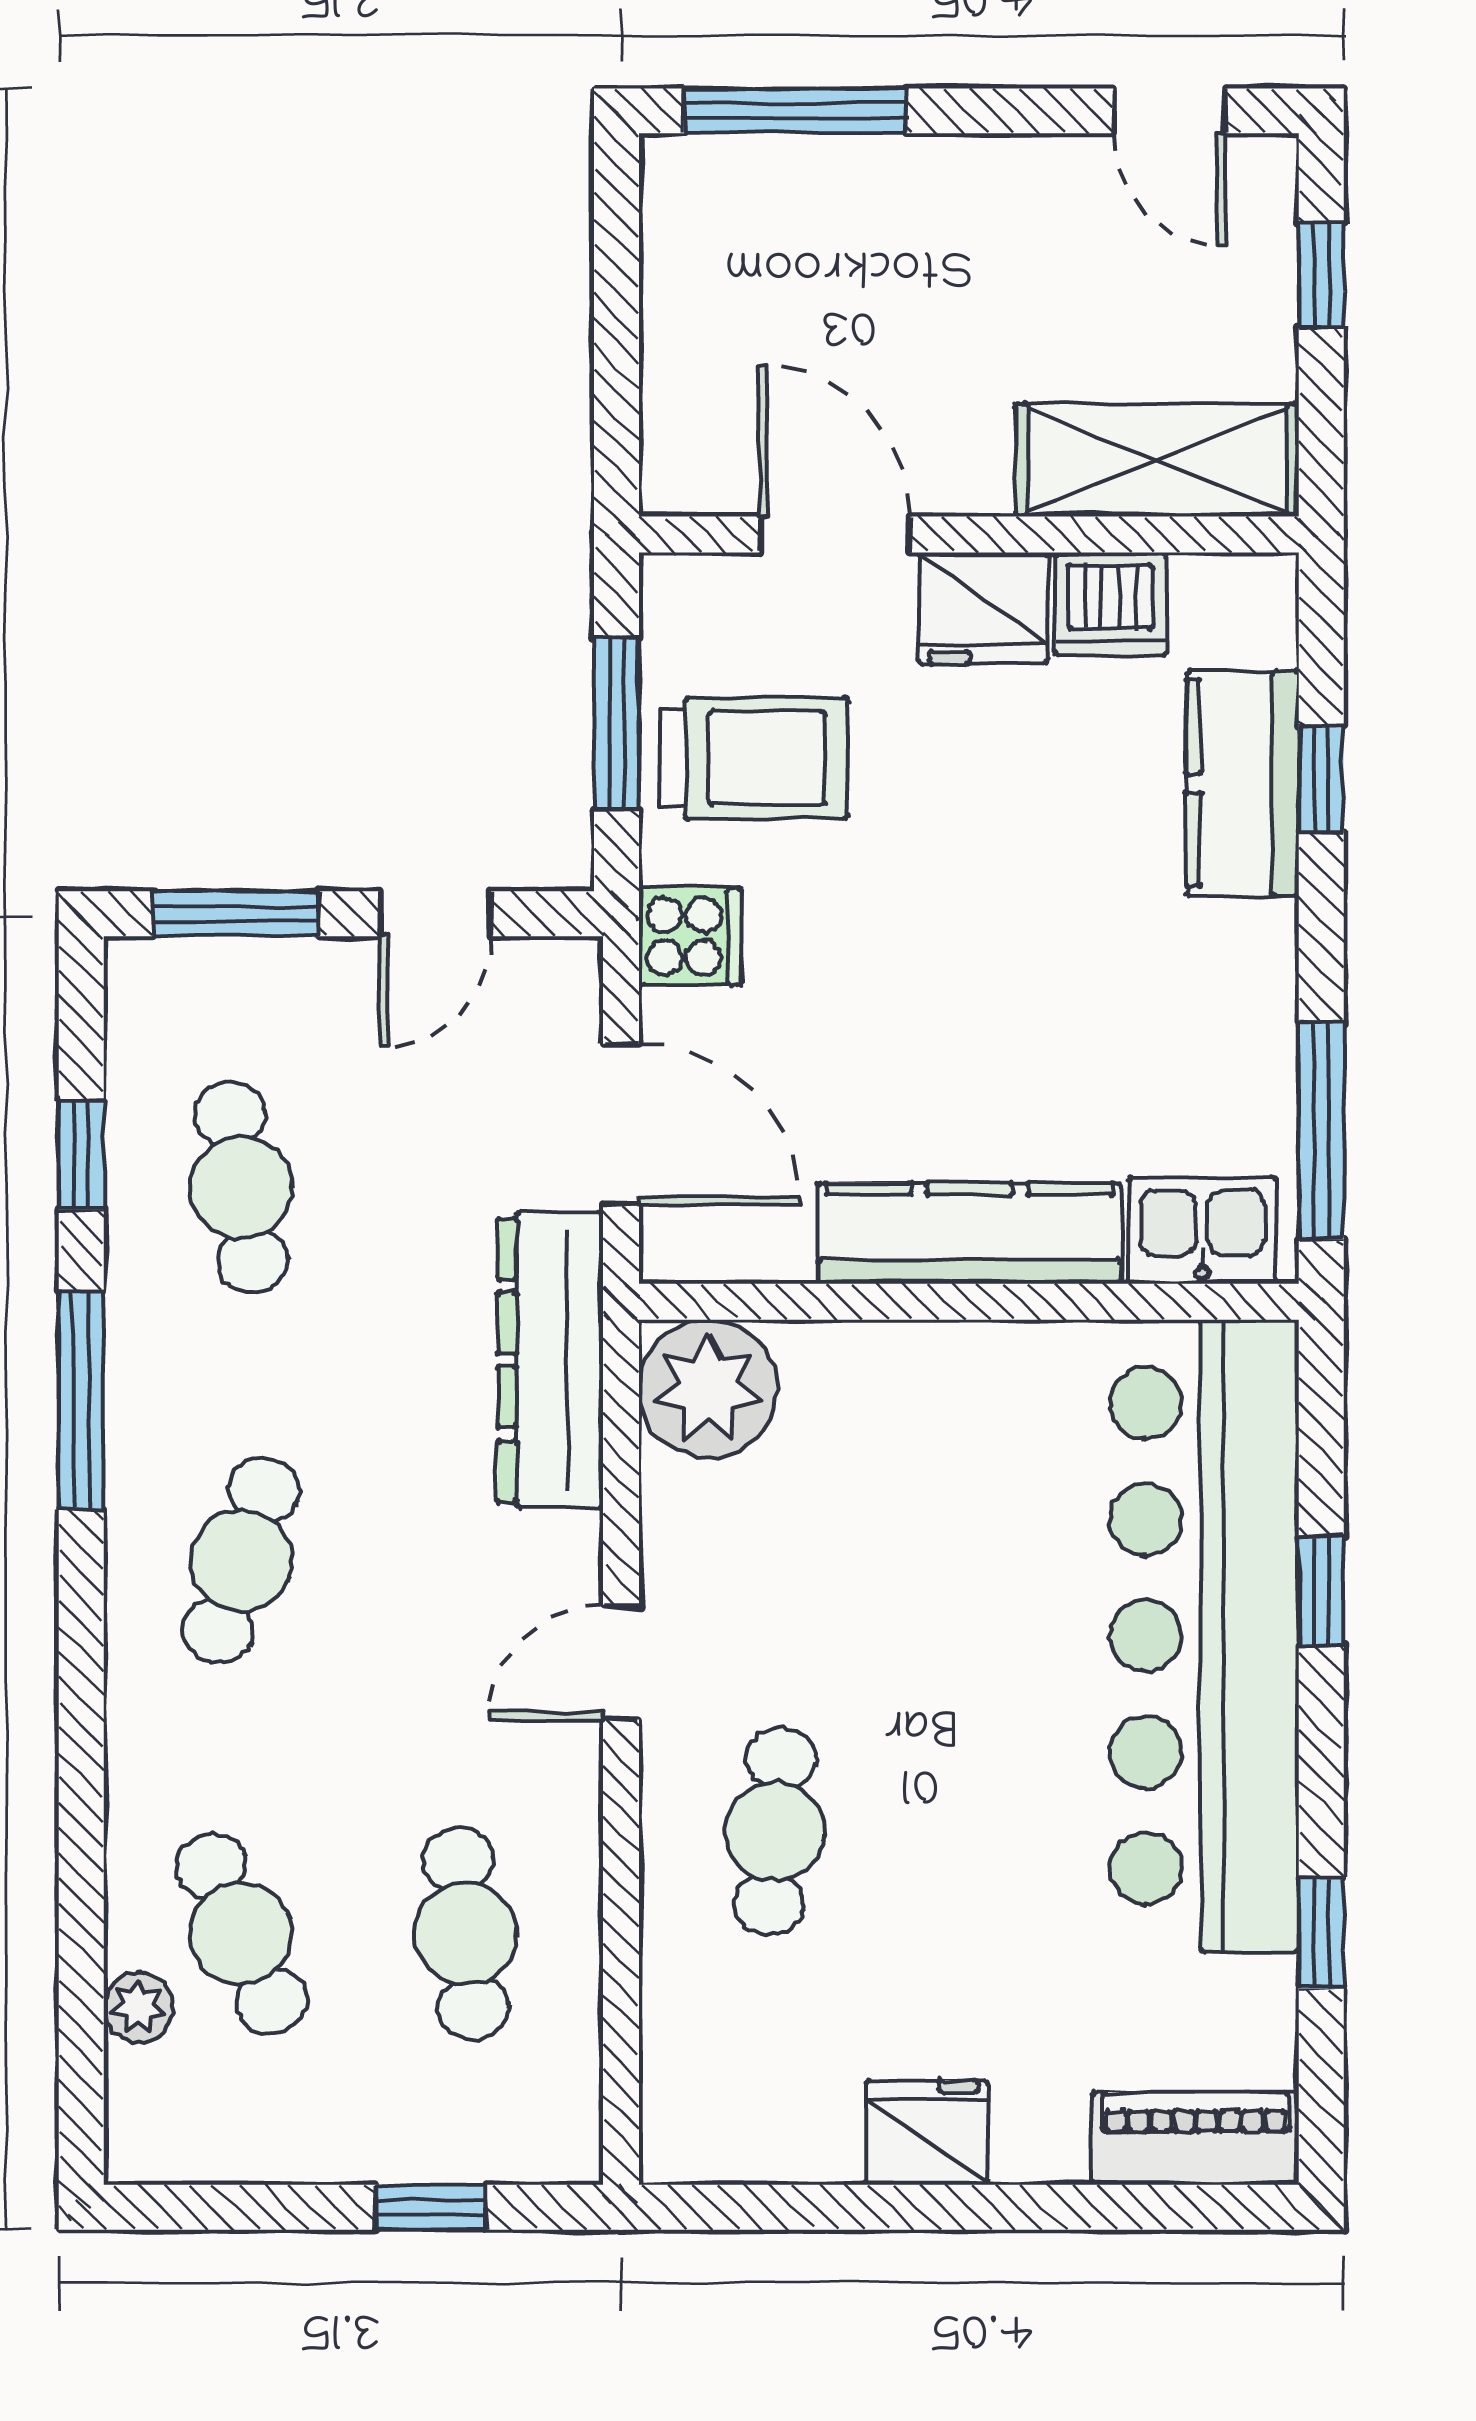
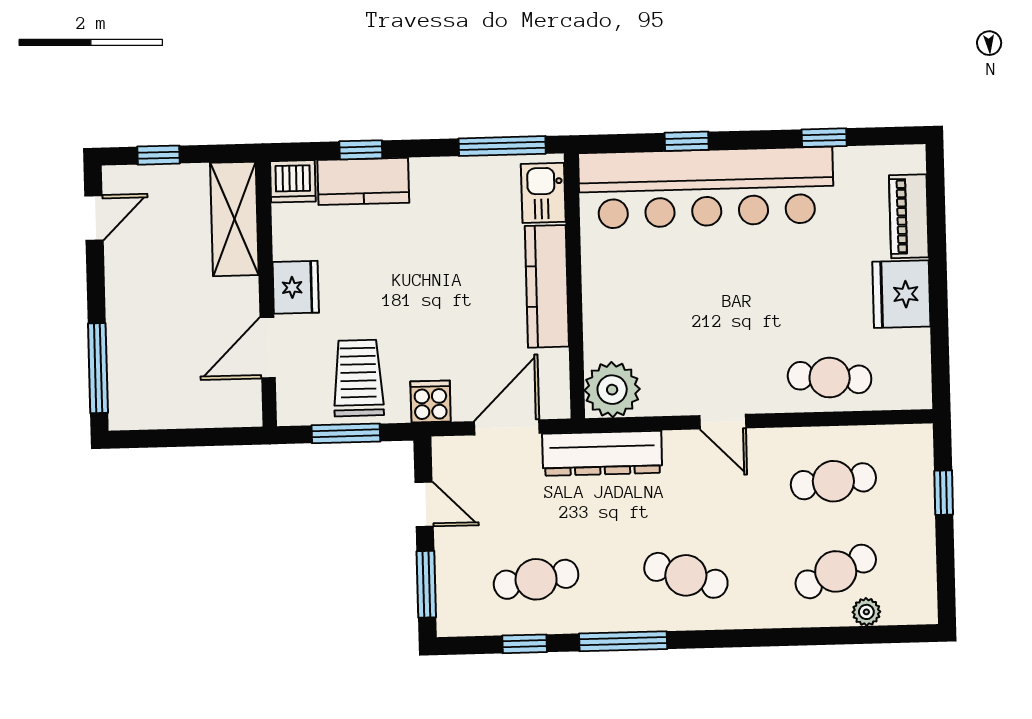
dishwasher: (1110, 604) -> (293, 181), moved, turned 90
cafe table: (775, 1832) -> (830, 378), moved
fridge: (927, 2133) -> (901, 294), width x1.36, depth x1.34
piano: (1195, 2139) -> (909, 216), moved

